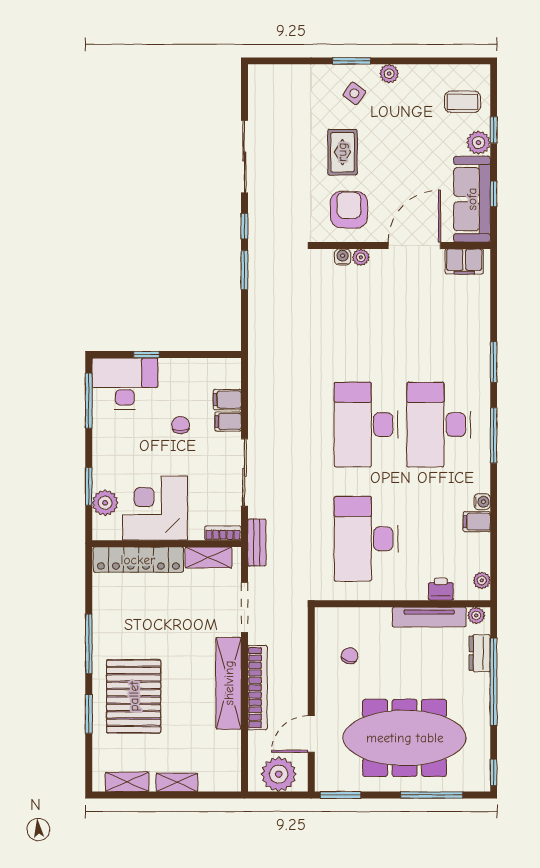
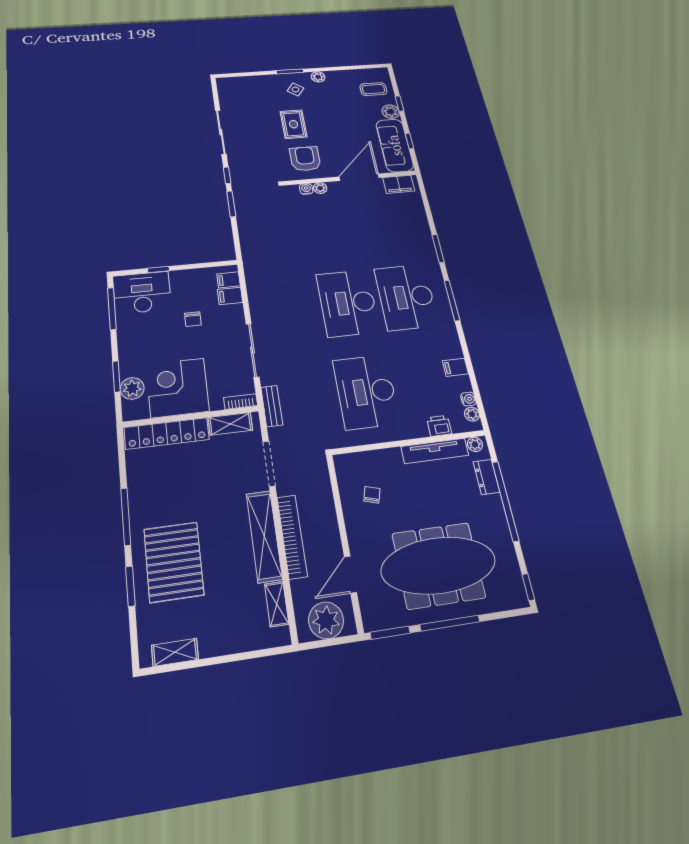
filing cabinet: (228, 421) -> (229, 280), moved
chair: (181, 425) -> (193, 319), turned 180
water cooler: (482, 502) -> (468, 399), moved
shelving: (177, 782) -> (277, 604), moved, turned 90
window: (432, 795) -> (450, 623), moved

